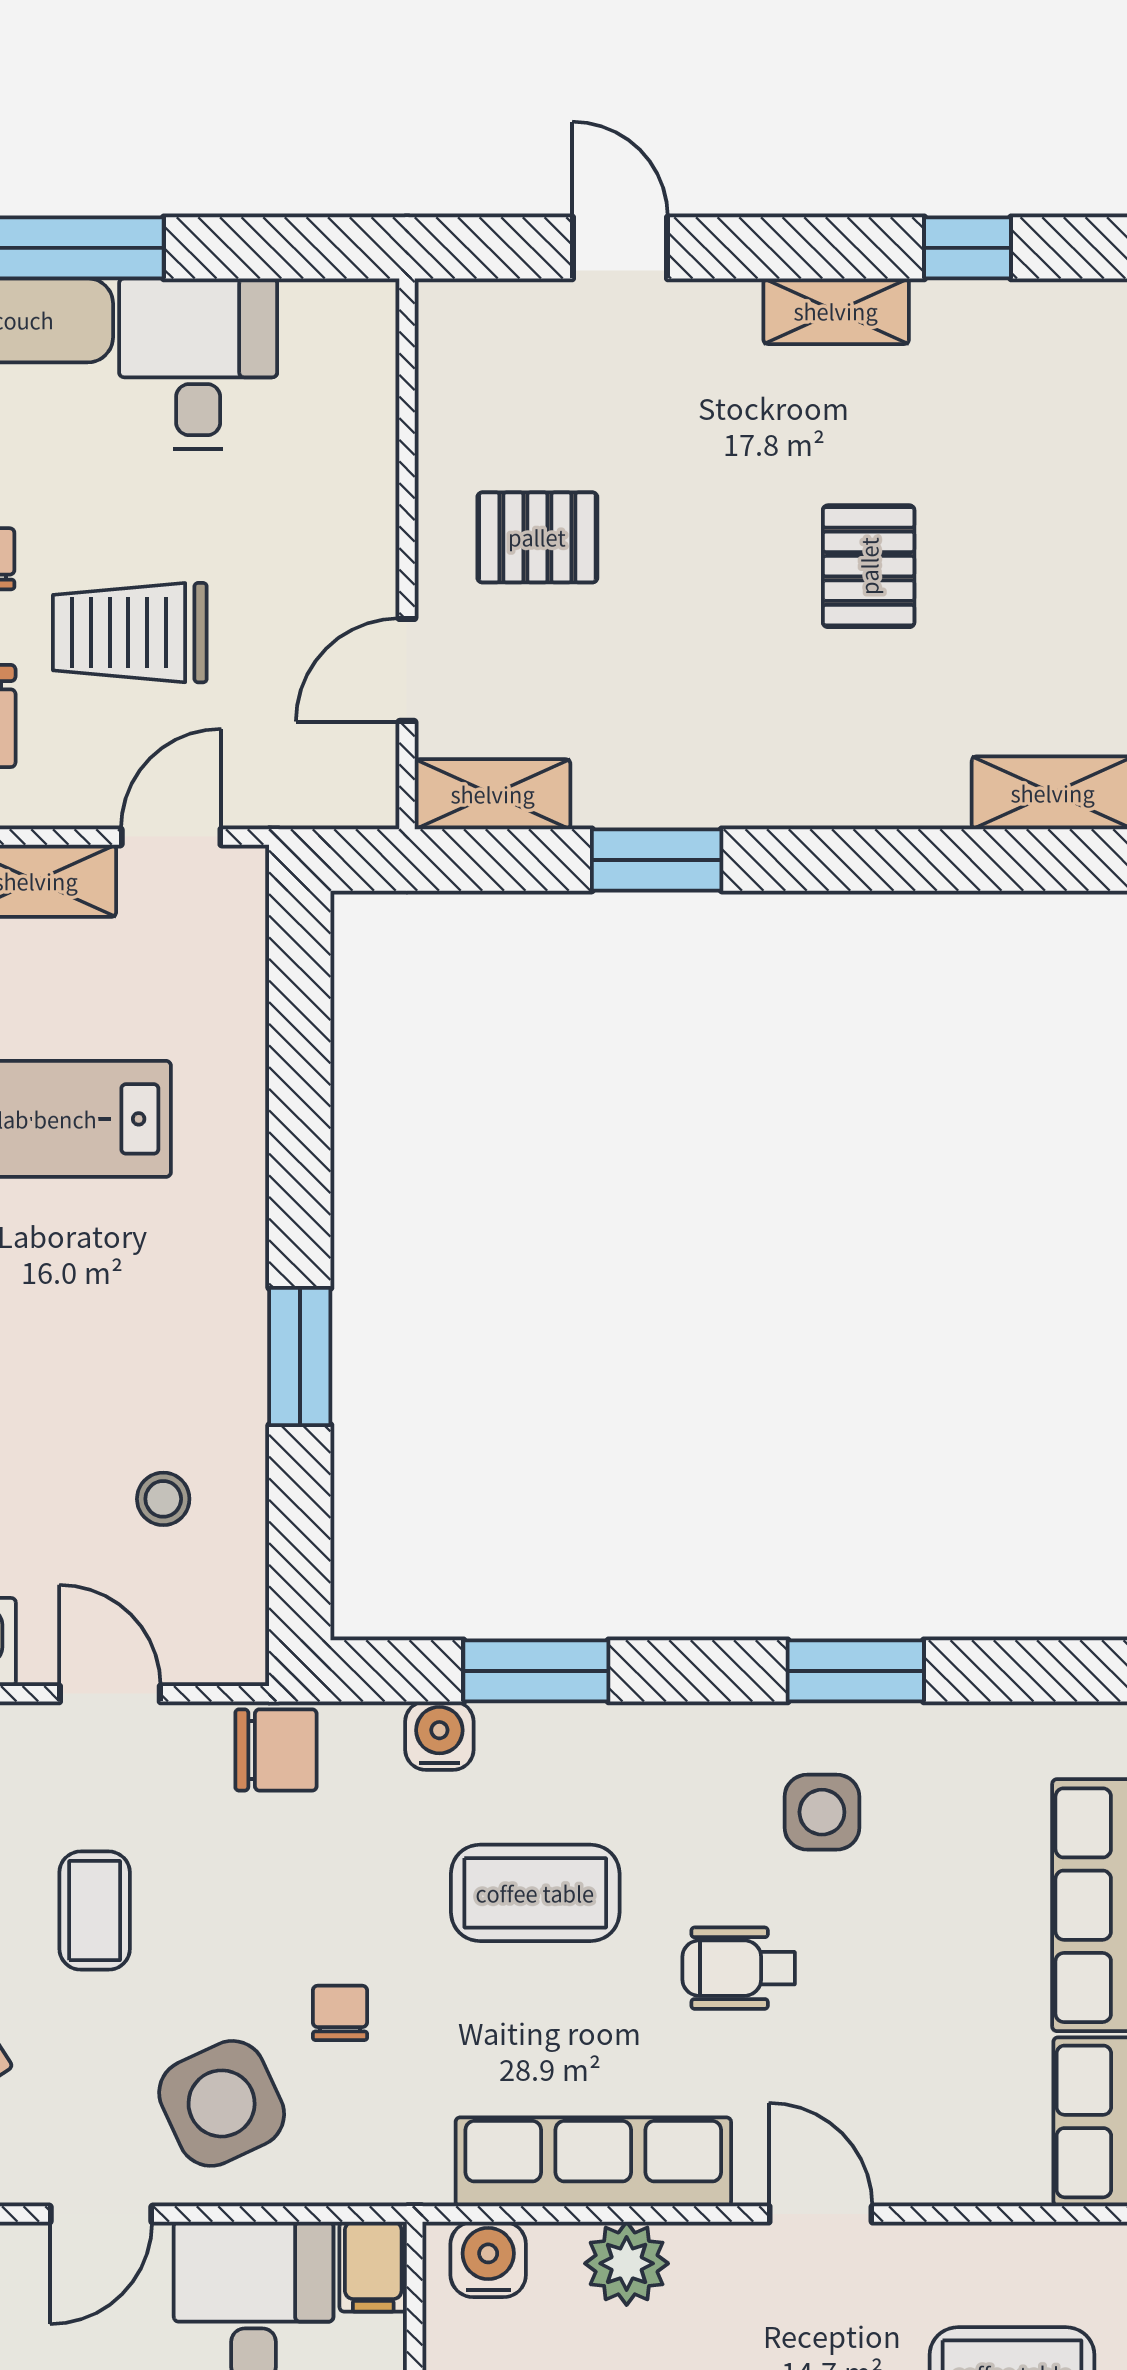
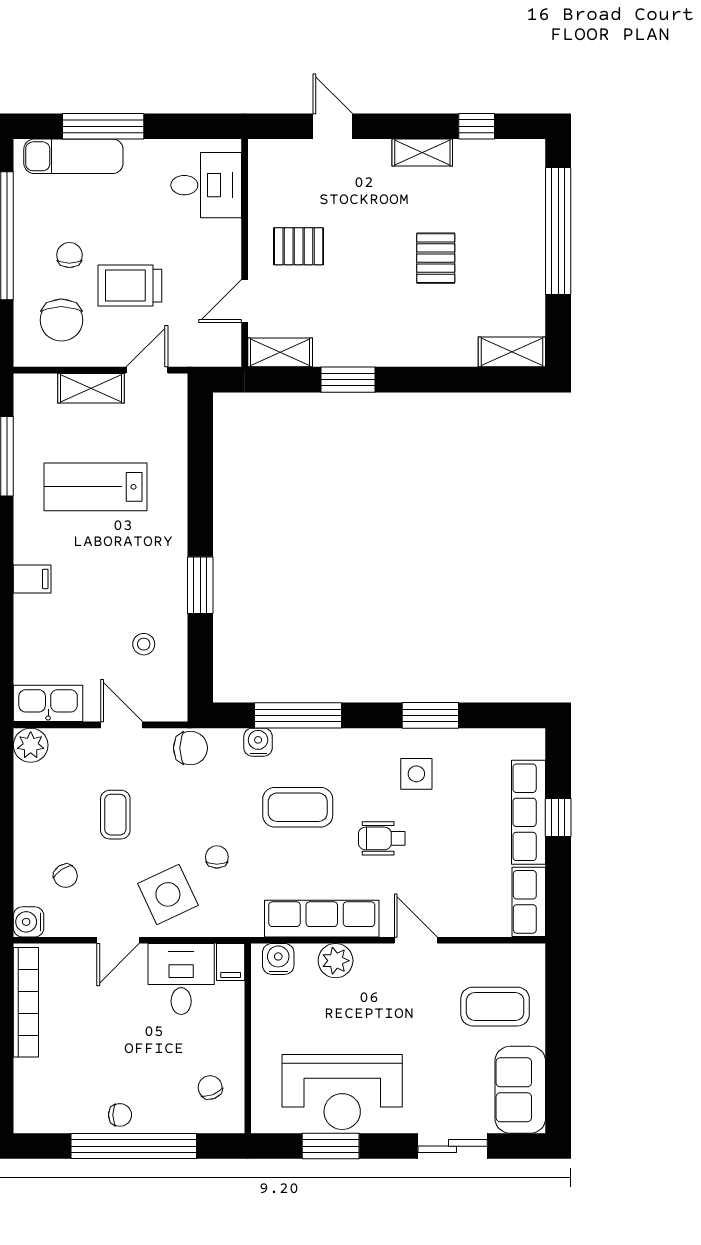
desk: (198, 364) -> (206, 185), moved, turned 90
window: (536, 1671) -> (298, 715), width x1.44

